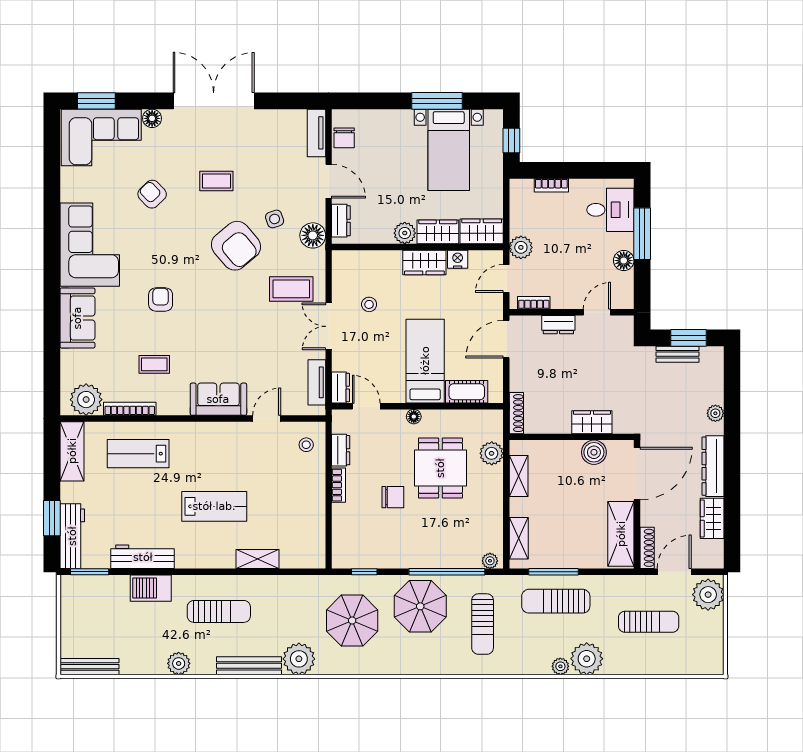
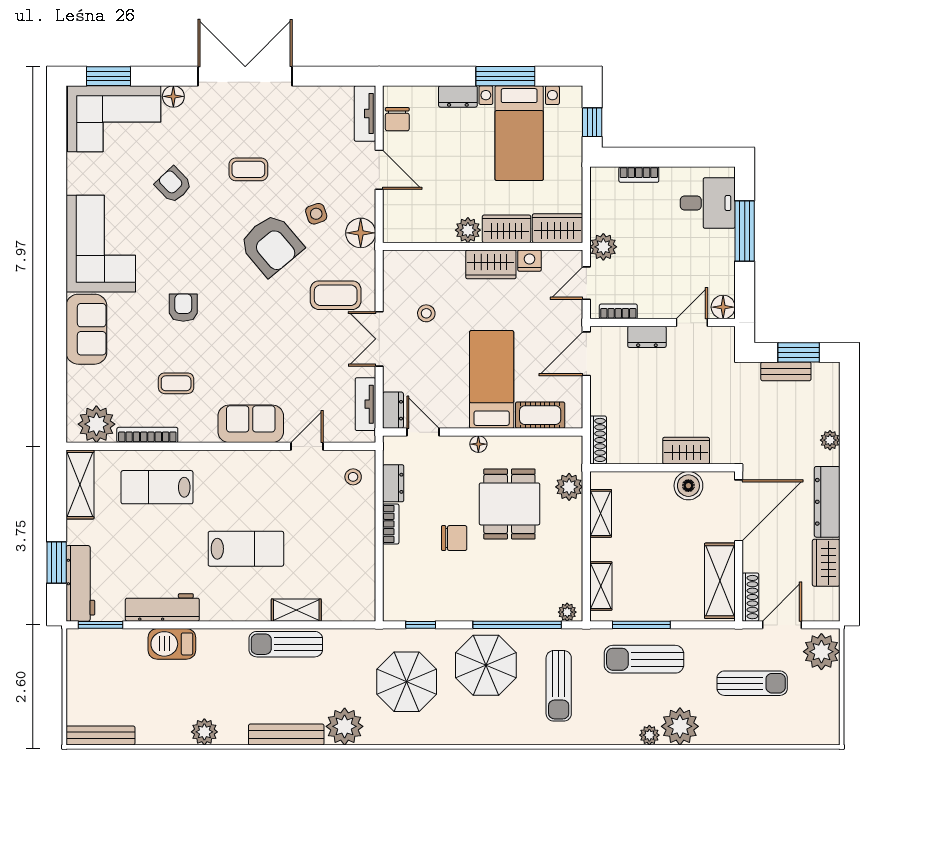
dresser: (341, 221) -> (458, 96), moved, turned 90
floor lamp: (624, 261) -> (723, 307), moved
sun lounger: (219, 611) -> (286, 644), moved, turned 180

